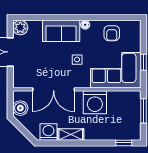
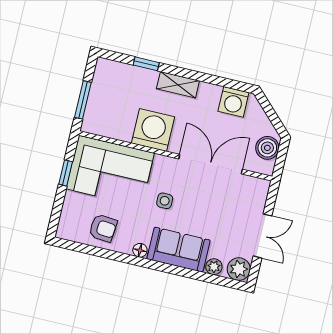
plant: (36, 25) -> (214, 267), added
armchair: (112, 33) -> (103, 228), turned 95
shelving: (71, 135) -> (178, 85), moved
window: (124, 143) -> (146, 64), moved

